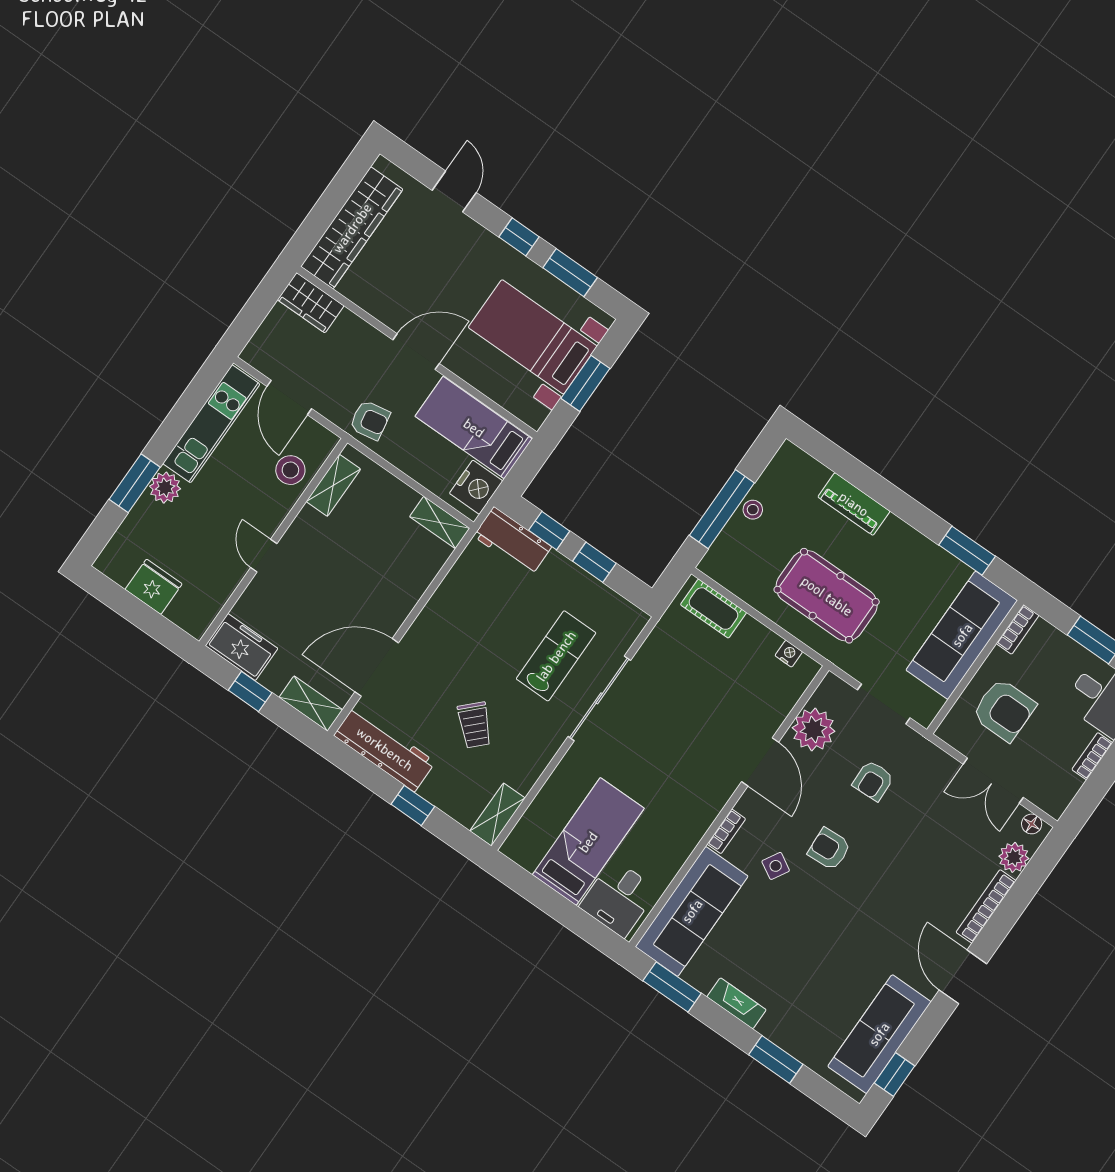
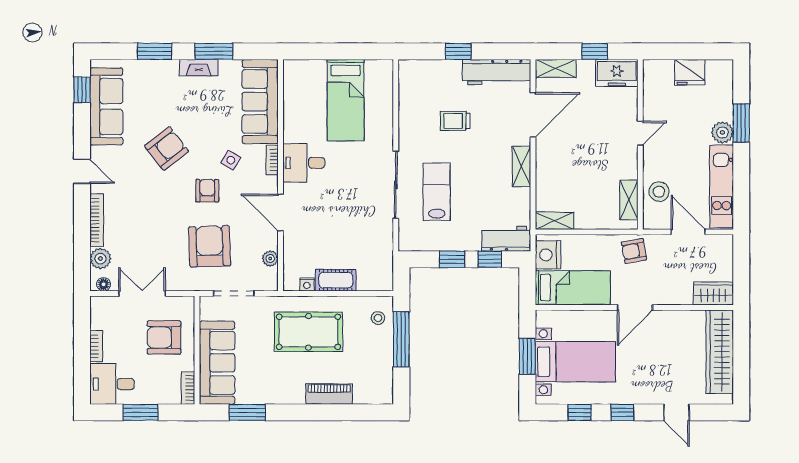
window: (570, 273) -> (580, 412), width x0.67
stool: (753, 510) -> (378, 318), moved
door: (264, 556) -> (640, 133), hinge flipped
cot: (713, 609) -> (336, 280), moved
lab bench: (556, 656) -> (437, 192), turned 180
trolley: (475, 725) -> (455, 121), turned -45
plant: (813, 730) -> (270, 258), width x0.53, depth x0.53
armchair: (873, 781) -> (210, 246), width x1.88, depth x1.88
shelving: (497, 815) -> (521, 166), moved
armchair: (829, 849) -> (207, 191), turned -87
desk: (619, 898) -> (304, 163), moved, turned -90
armchair: (843, 933) -> (167, 149), added
door: (963, 977) -> (82, 171), width x0.73
window: (672, 987) -> (214, 51), moved

